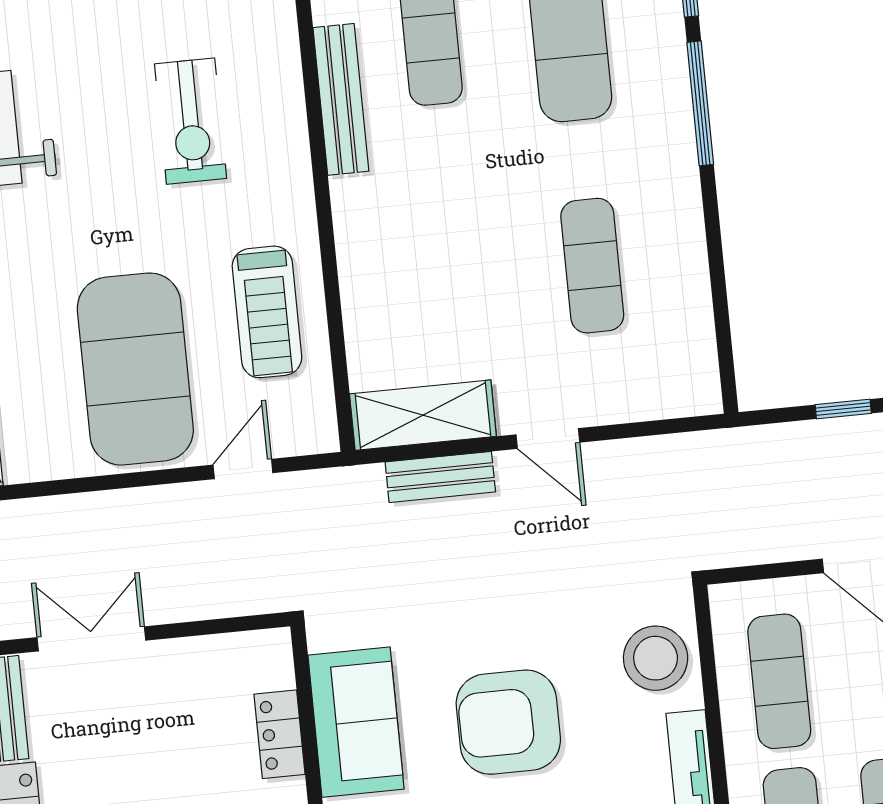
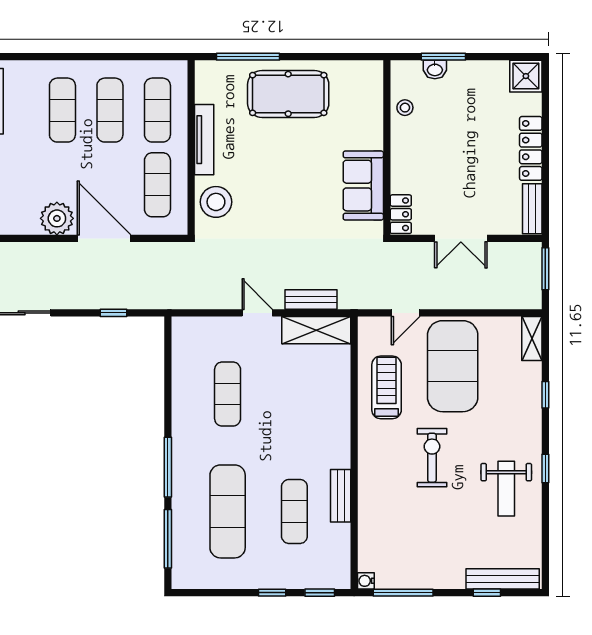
bench: (341, 99) -> (341, 496), width x0.73
exercise bike: (191, 121) -> (432, 458), moved
double door: (91, 639) -> (461, 238), moved
armchair: (508, 722) -> (290, 178), removed
locker: (280, 734) -> (401, 214), moved

